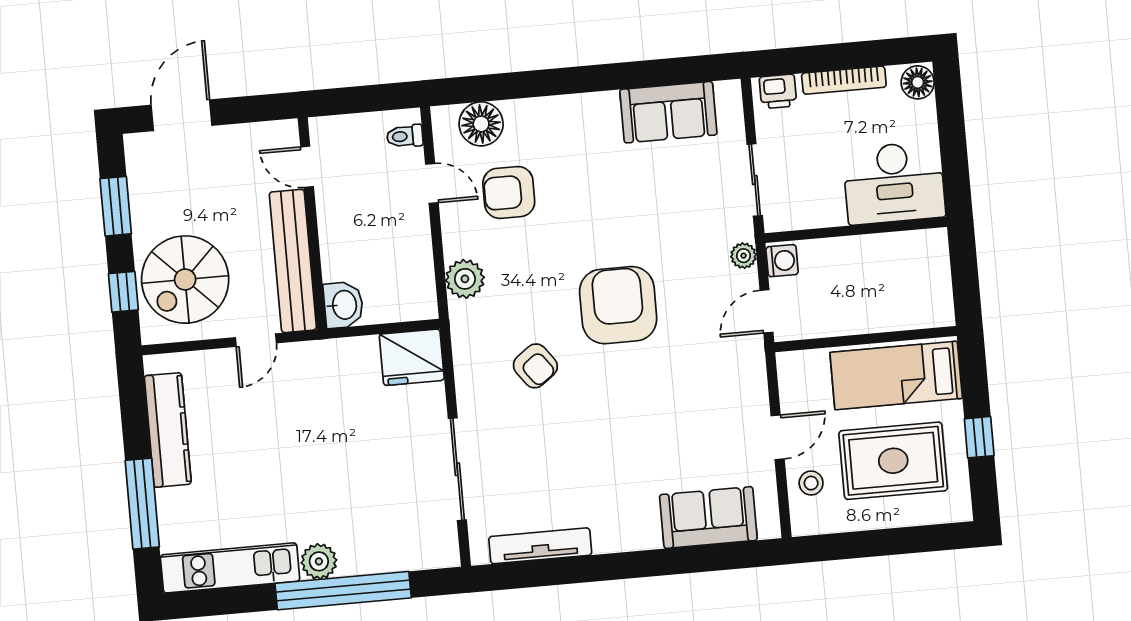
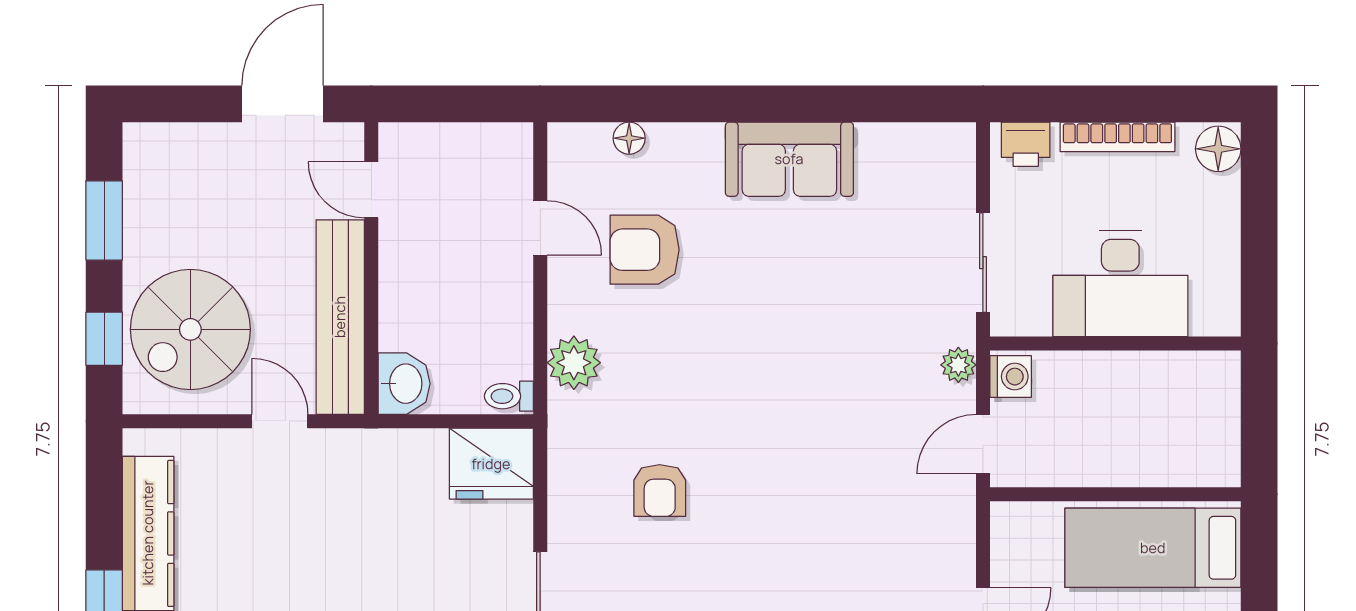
sofa: (668, 112) -> (789, 159), moved
door: (182, 115) -> (283, 104), moved
floor lamp: (481, 124) -> (629, 138), width x0.53, depth x0.53
toilet: (405, 136) -> (509, 396), moved
desk: (894, 183) -> (1120, 284), moved
armchair: (618, 305) -> (781, 417), removed
door: (256, 340) -> (280, 421), swing flipped
armchair: (535, 366) -> (660, 491), turned 37

